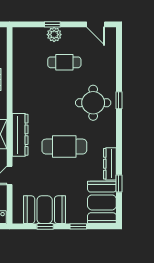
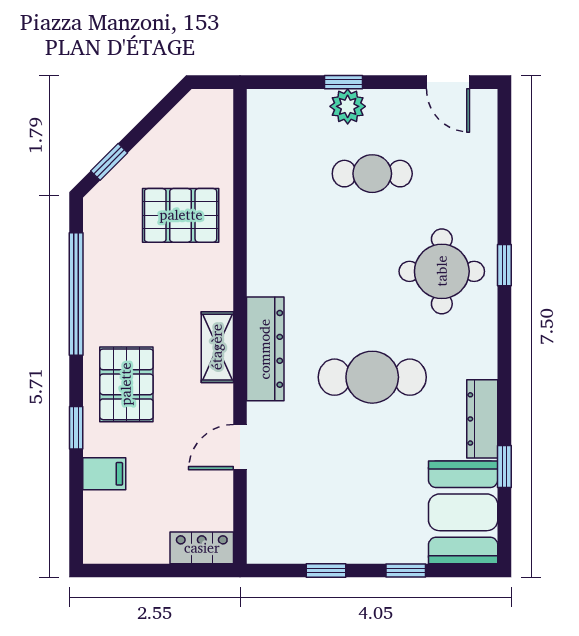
booth: (45, 210) -> (324, 530), removed

